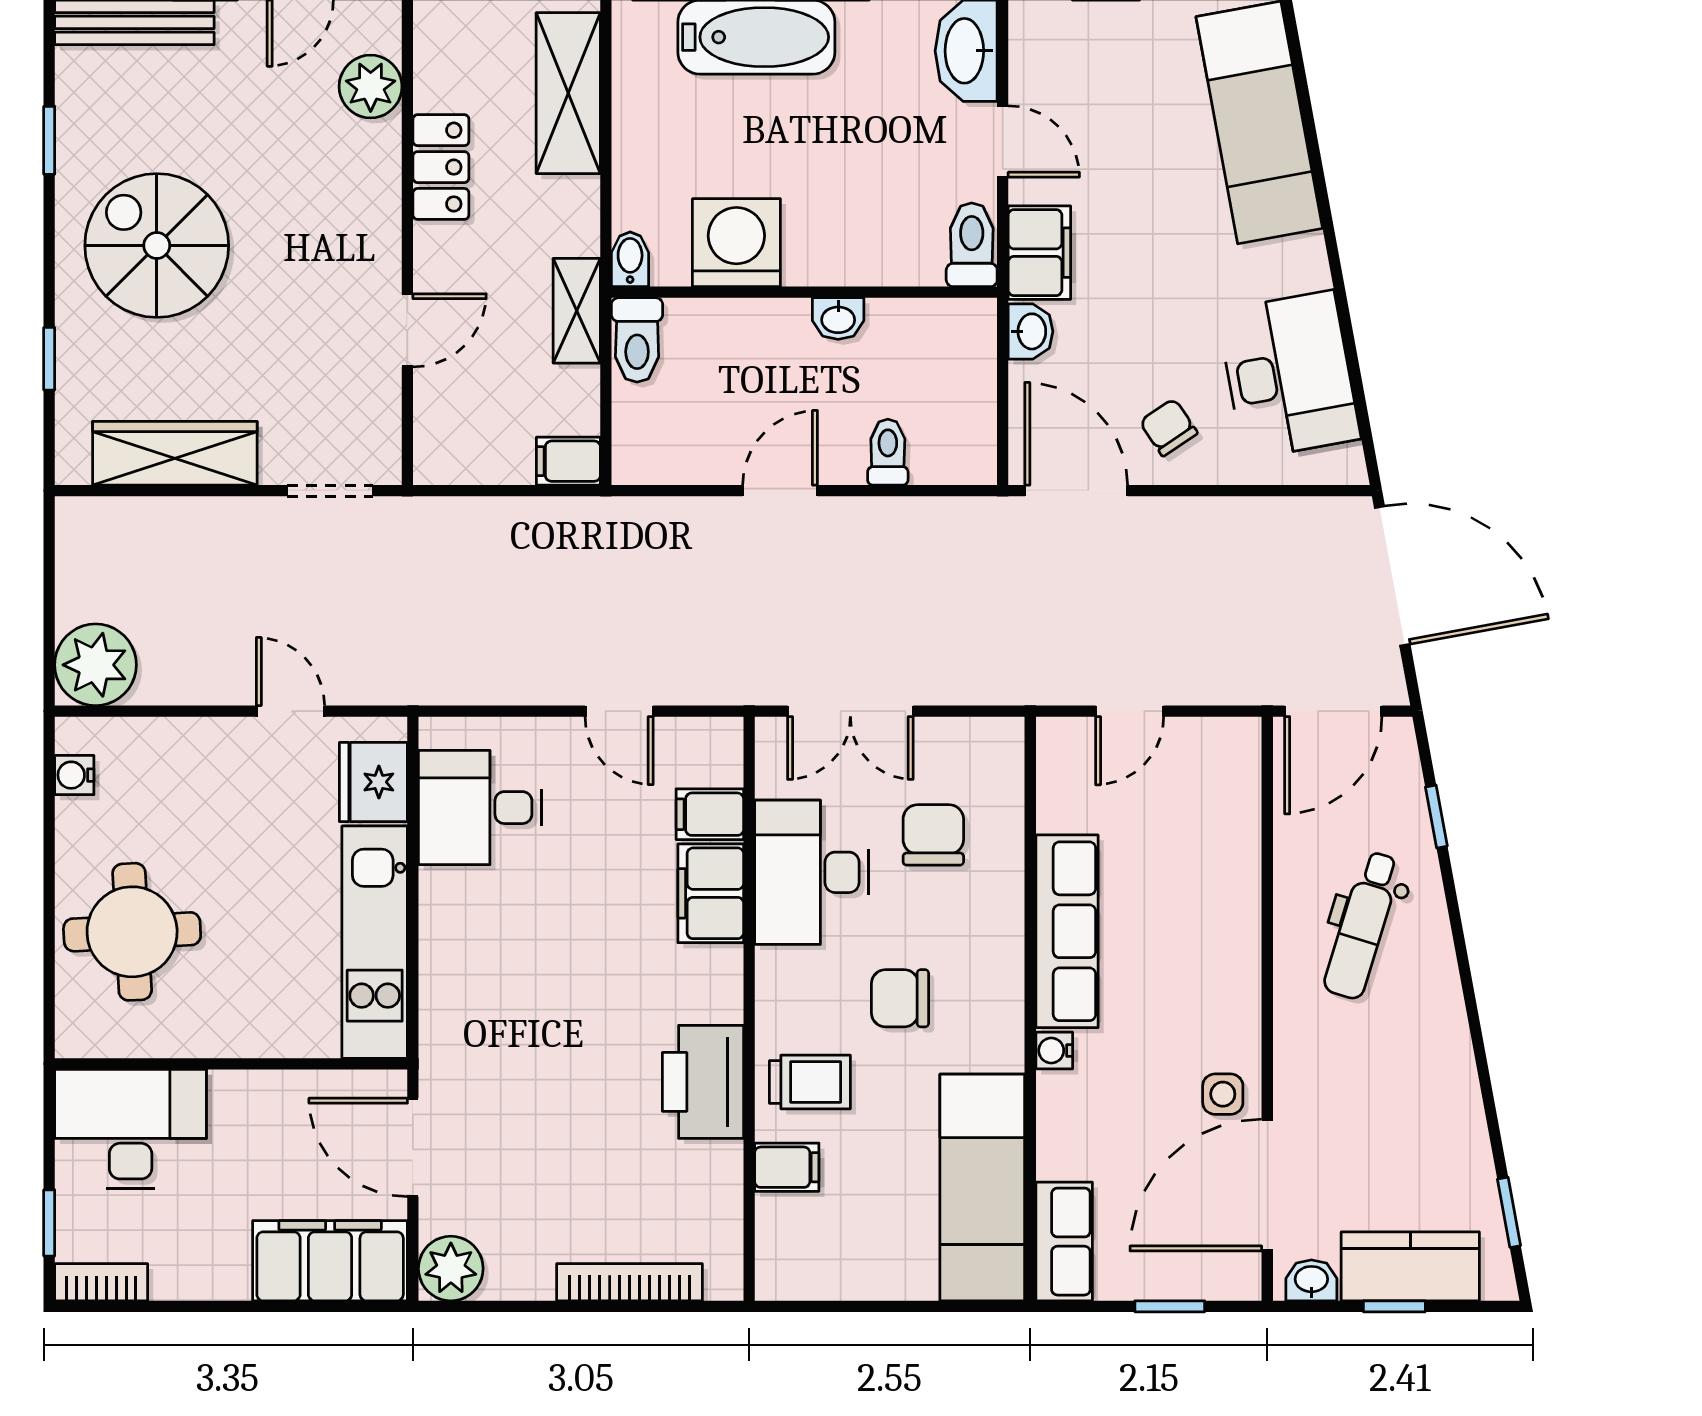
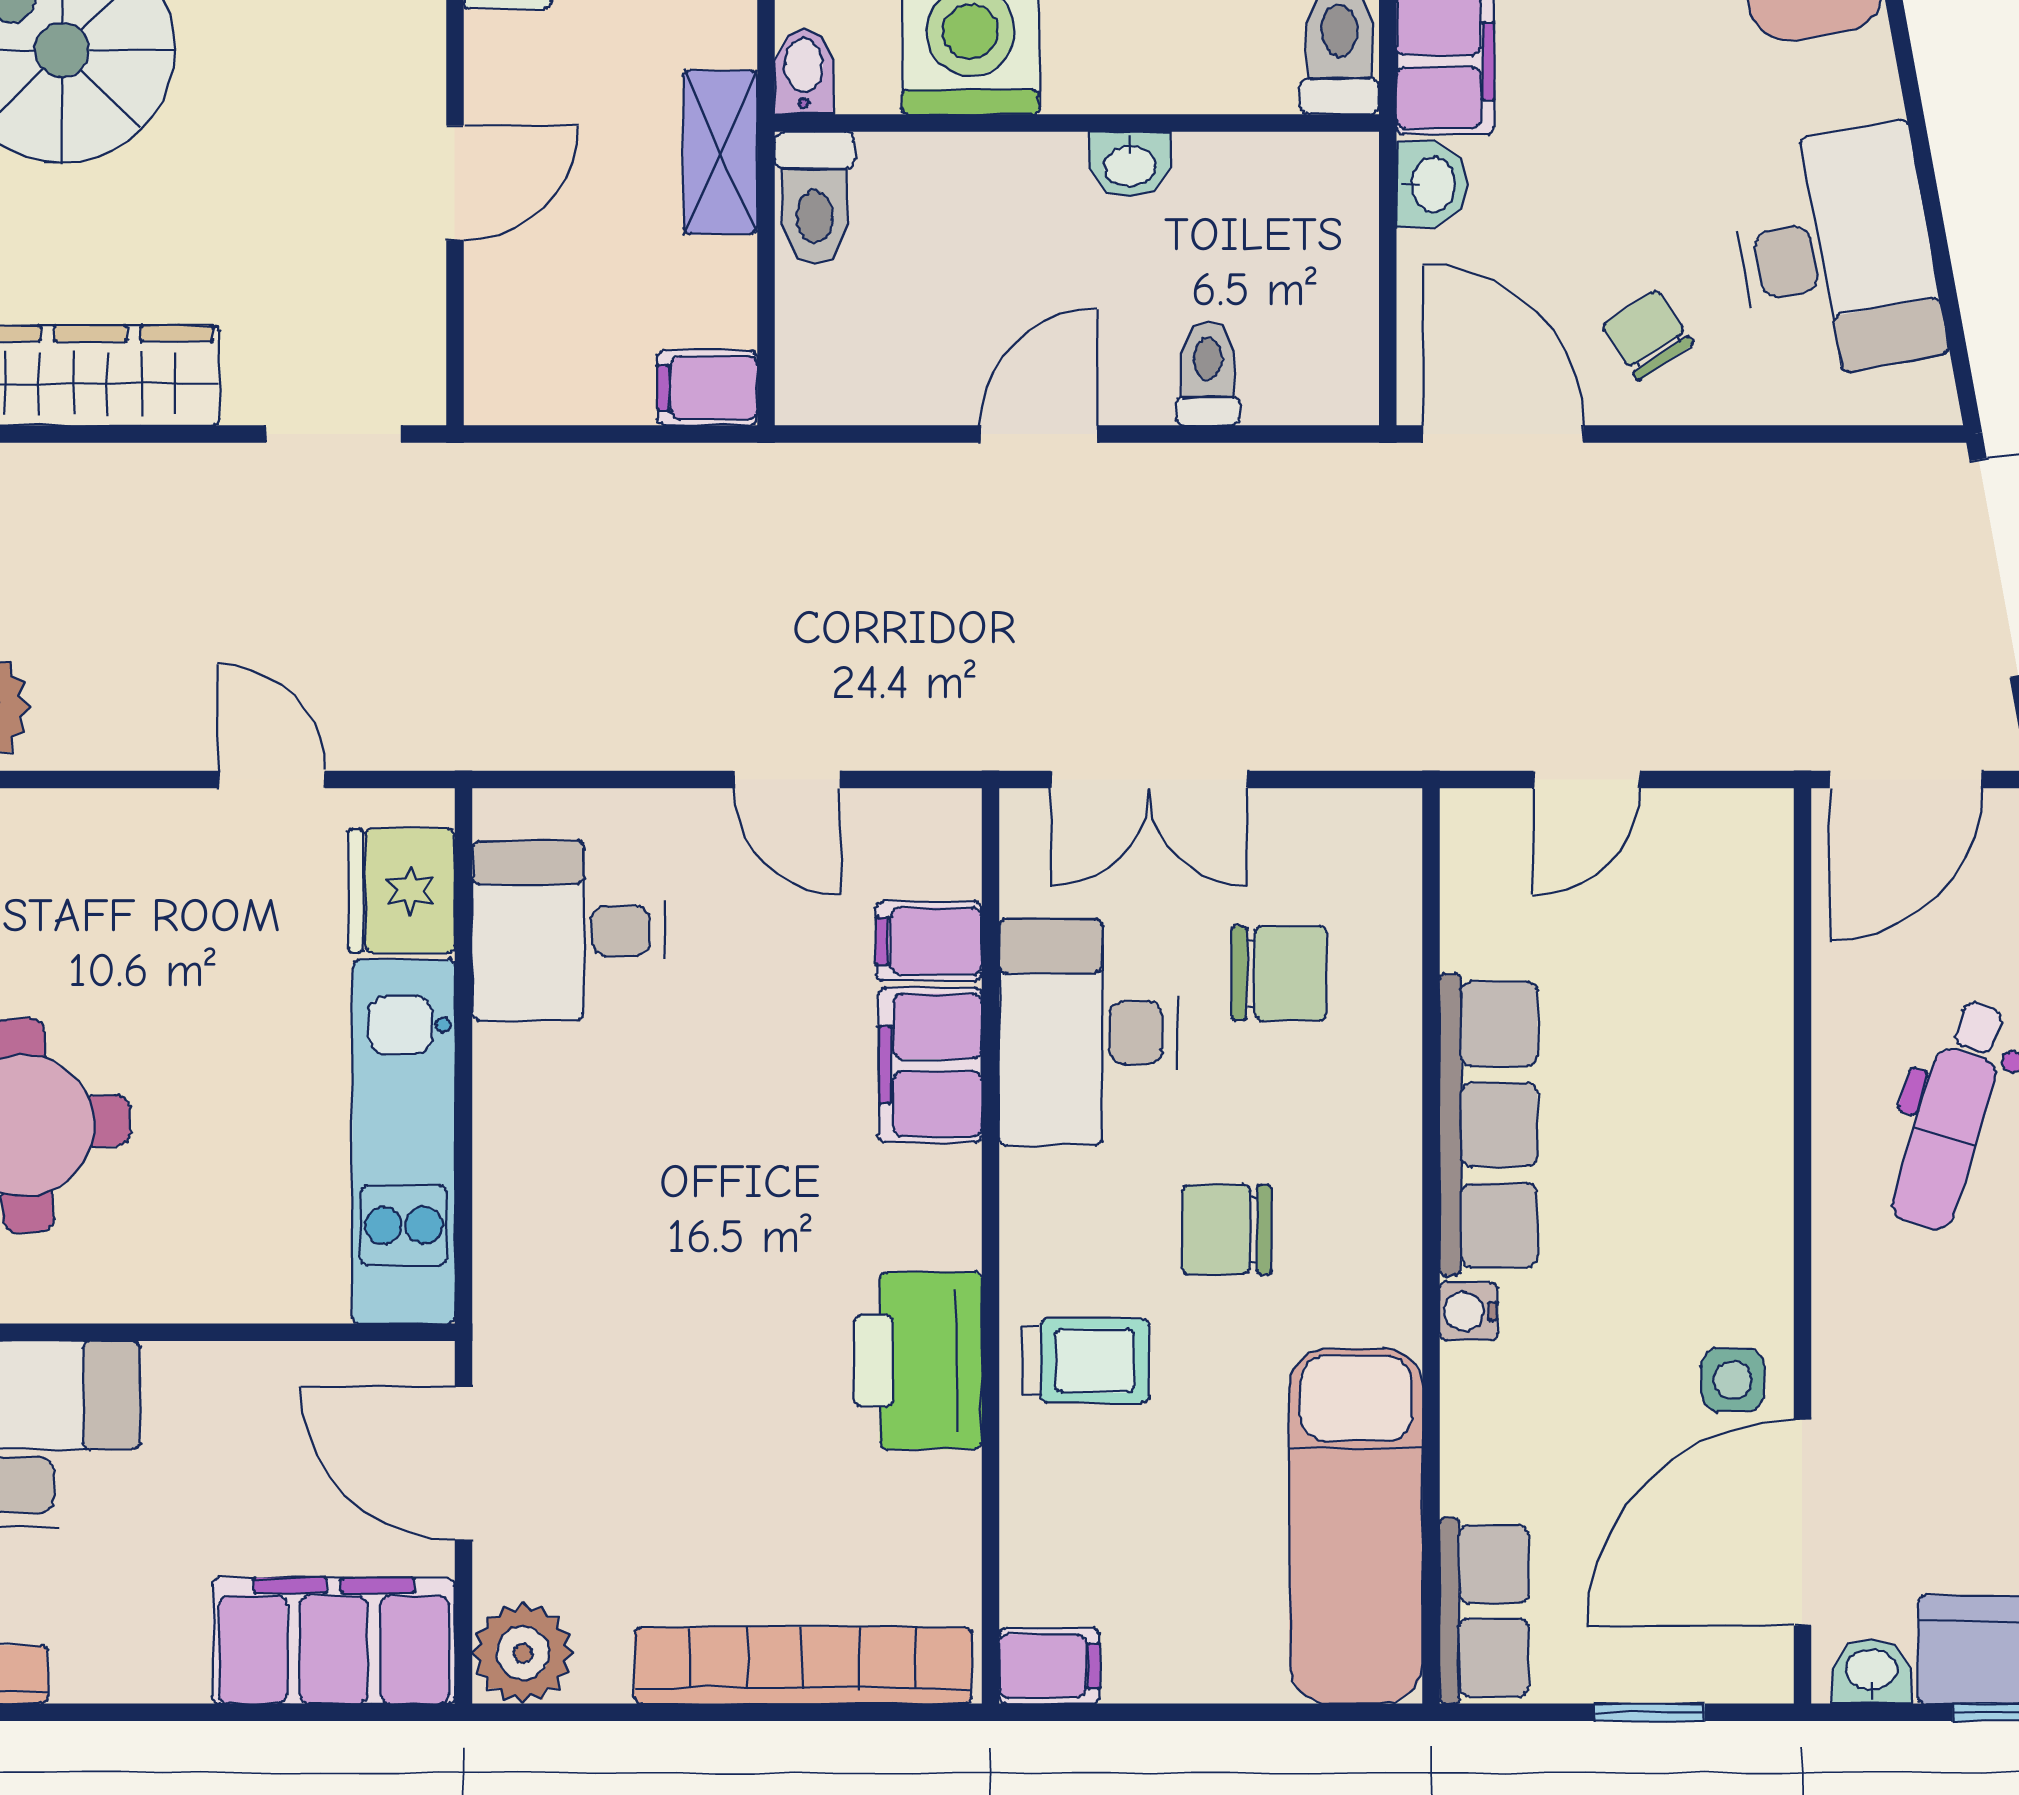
chair: (933, 835) -> (1279, 973), turned 90
filing cabinet: (787, 1167) -> (1049, 1666), moved
bookcase: (630, 1282) -> (803, 1665), width x1.48, depth x1.31

